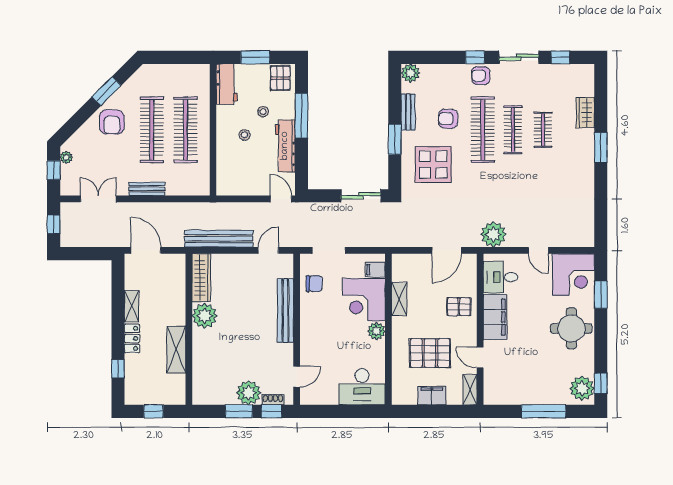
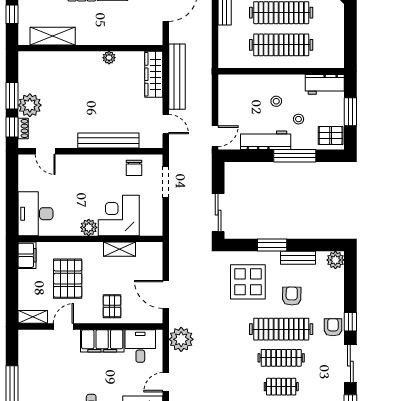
filing cabinet: (375, 270) -> (147, 226), removed
wardrobe: (201, 278) -> (154, 74), moved, turned 90
plant: (205, 316) -> (109, 58), width x0.53, depth x0.53
shelving: (176, 349) -> (53, 36), moved
filing cabinet: (432, 396) -> (27, 255), moved

